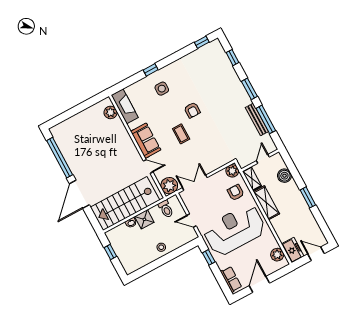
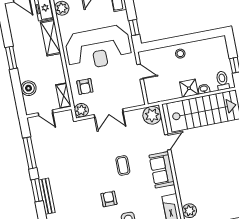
armchair: (192, 110) -> (109, 199), moved
bench: (257, 120) -> (47, 196), moved
door: (263, 159) -> (46, 113), hinge flipped
door: (148, 166) -> (168, 142), swing flipped
double door: (195, 183) -> (109, 113), moved
shelving: (266, 203) -> (51, 38), moved
toilet: (166, 209) -> (222, 80), moved

